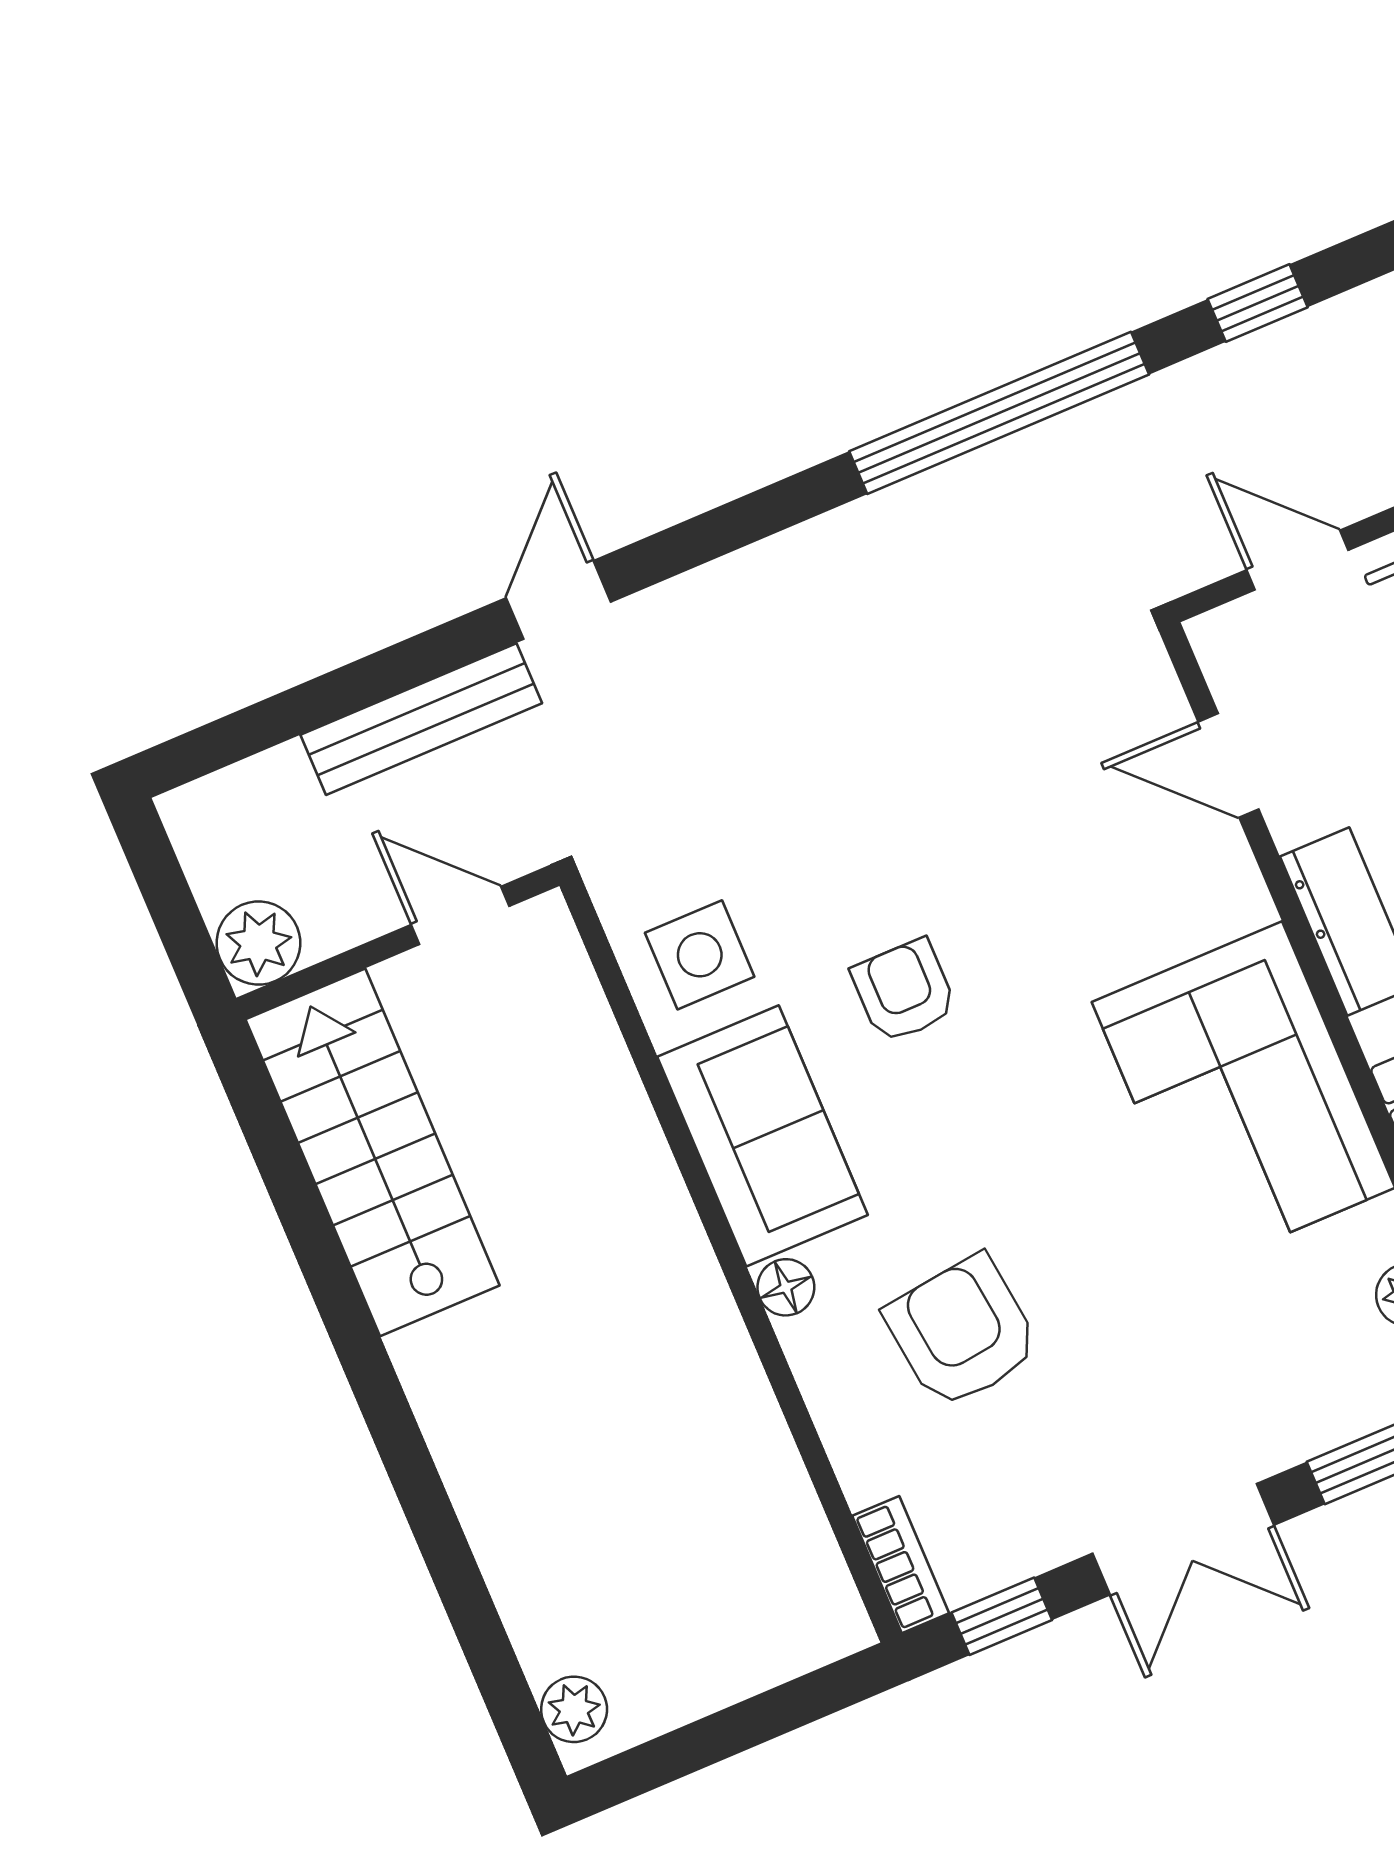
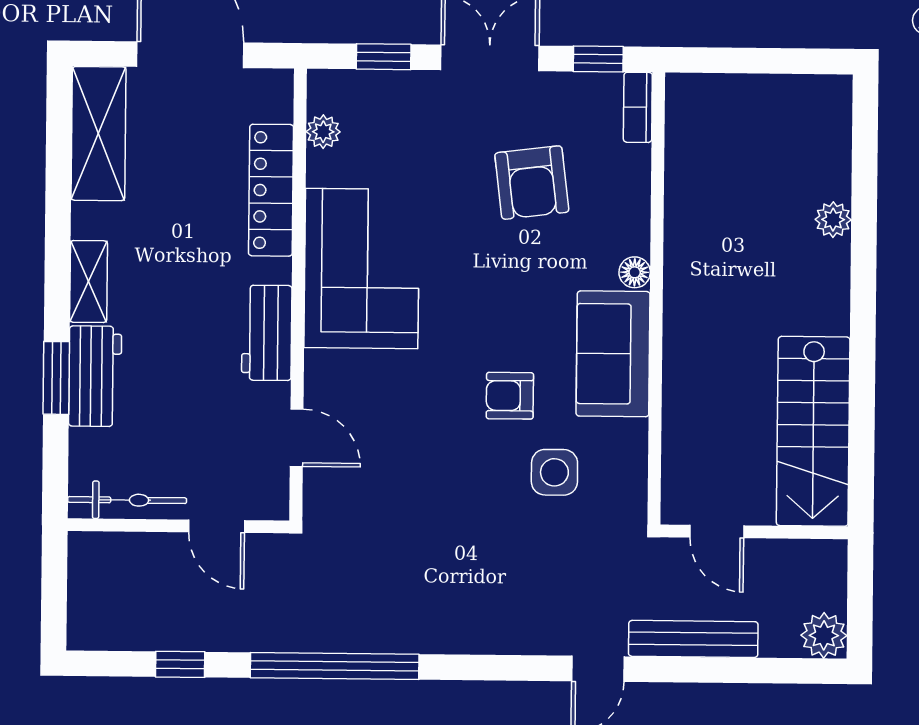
plant: (258, 943) -> (824, 635), moved
side table: (700, 955) -> (554, 472), moved
armchair: (904, 991) -> (510, 396), turned 90
armchair: (962, 1332) -> (532, 183), moved
plant: (574, 1709) -> (833, 220), moved

